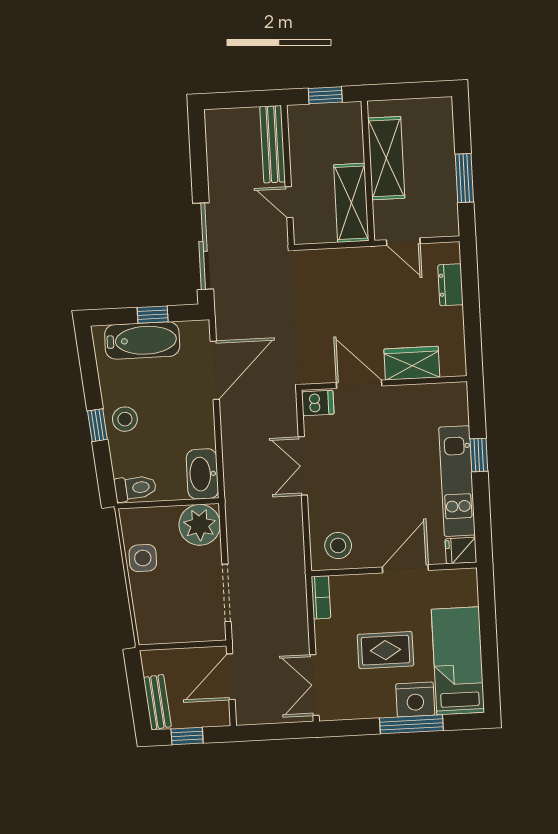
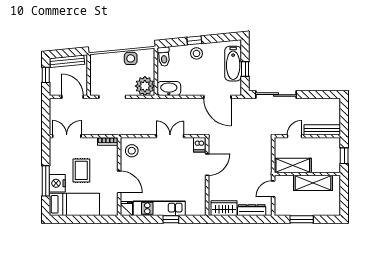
dresser: (451, 285) -> (252, 210), width x1.44
wardrobe: (412, 363) -> (224, 208), moved, turned -90
bench: (157, 702) -> (67, 61), width x1.36

